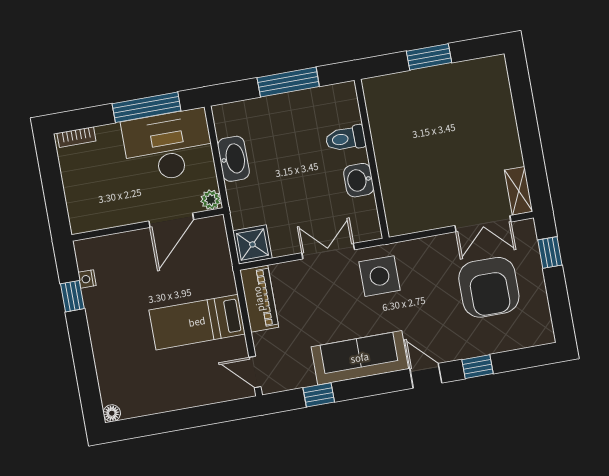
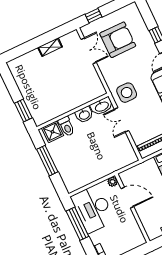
window: (429, 57) -> (23, 111), moved
washbasin: (233, 159) -> (102, 106), moved, turned 180
shelving: (519, 191) -> (50, 47), moved
shower: (252, 244) -> (52, 132), moved

